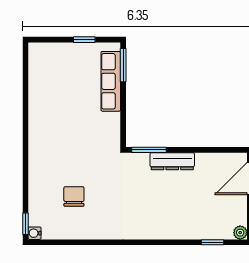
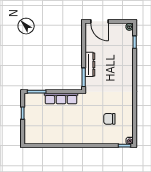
row of seats: (111, 81) -> (61, 98), moved

